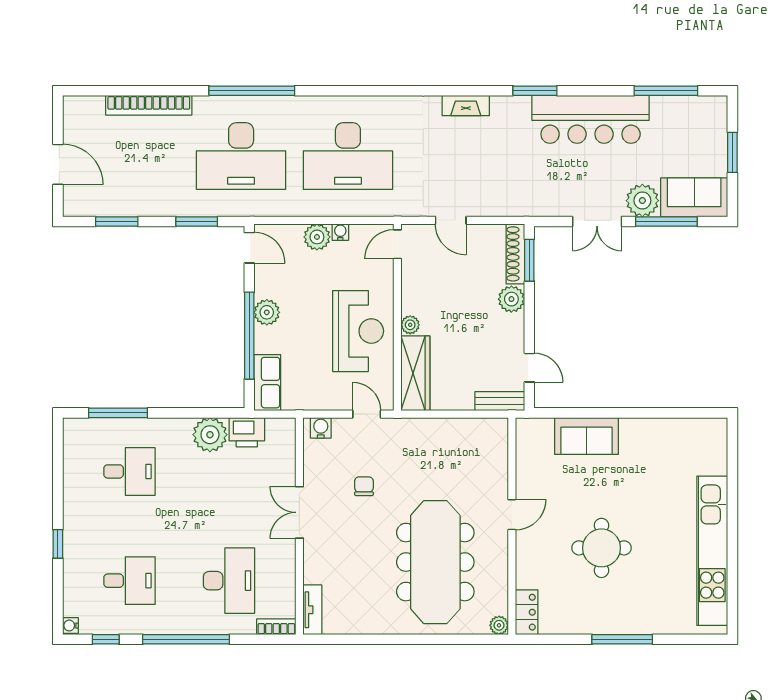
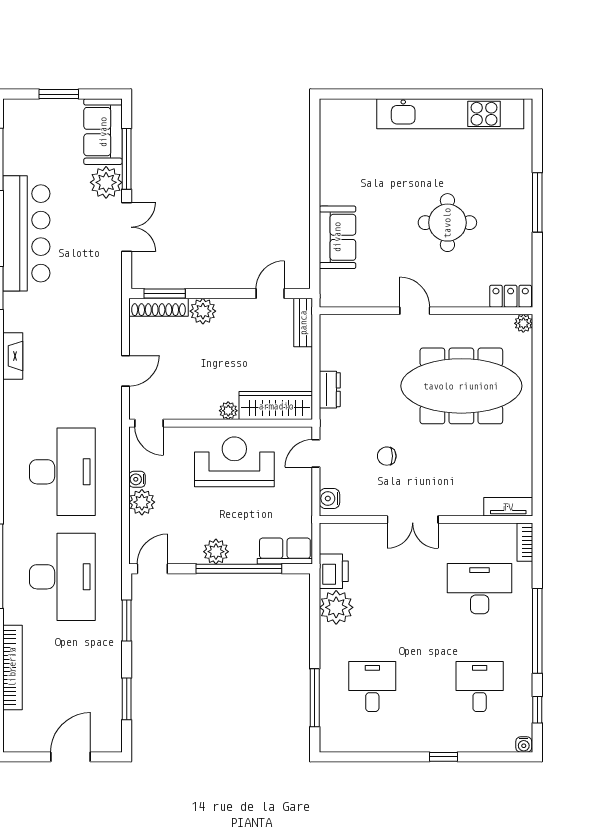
dresser: (432, 428) -> (330, 390), added

